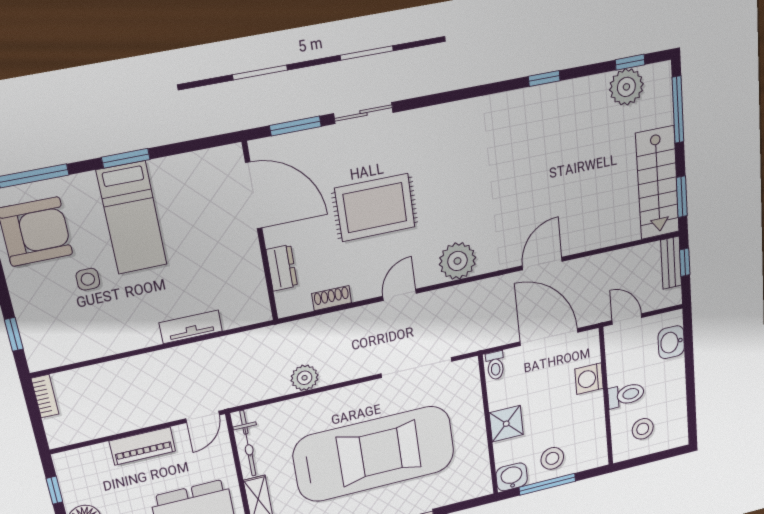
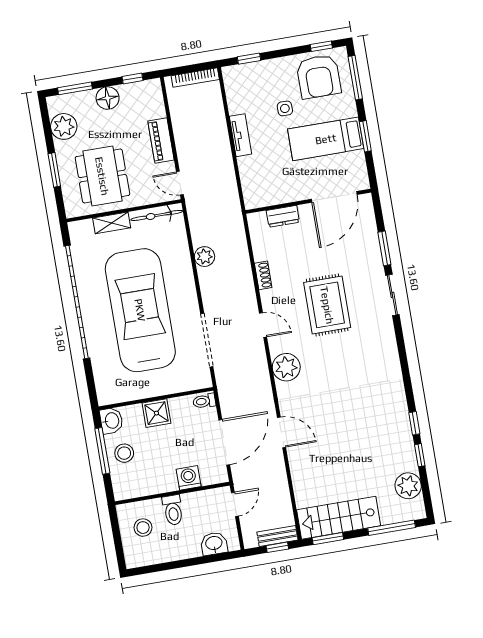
window: (630, 62) -> (420, 455), moved
door: (254, 195) -> (334, 197), moved
wall: (260, 233) -> (308, 201), moved
dresser: (282, 268) -> (283, 216), moved
tv unit: (191, 327) -> (240, 135), moved
bookcase: (45, 396) -> (195, 78), width x1.56
car: (374, 454) -> (140, 310), turned 180

